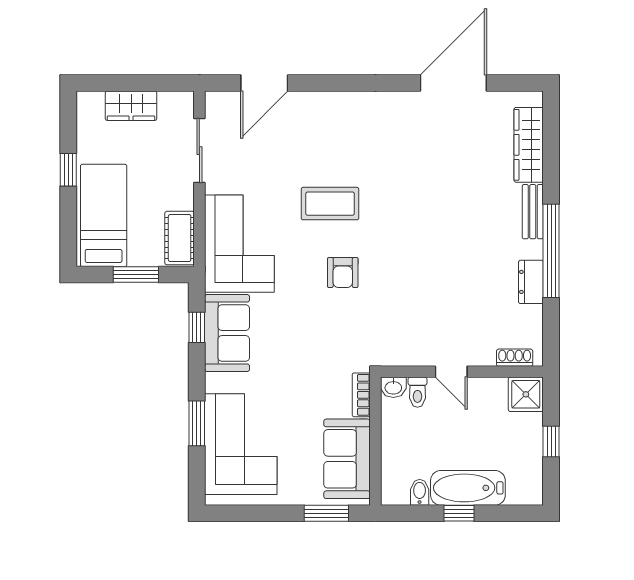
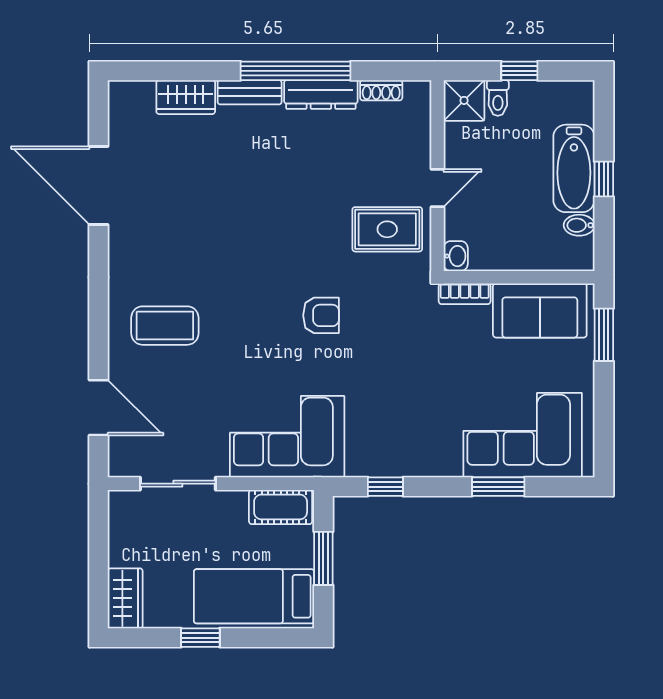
wardrobe: (131, 106) -> (125, 598), moved
wardrobe: (529, 145) -> (186, 97), width x0.67
coffee table: (330, 204) -> (165, 326), moved, turned 90
dresser: (531, 282) -> (321, 94), width x1.44
rug: (416, 329) -> (387, 229), added
sofa: (227, 333) -> (392, 451), removed
shoe rack: (515, 358) -> (381, 90), moved, turned -90
toilet: (418, 392) -> (498, 98), moved, turned 90

